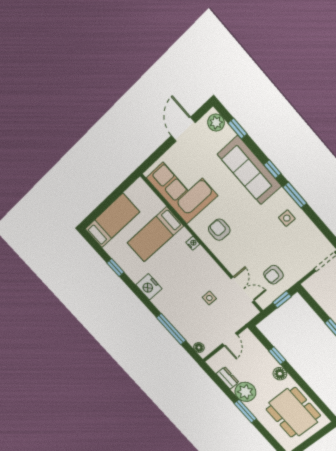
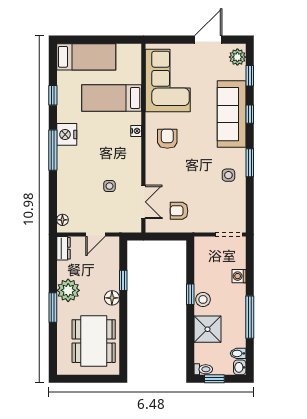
window: (272, 169) -> (250, 114), moved
window: (282, 299) -> (168, 237), removed
window: (171, 329) -> (53, 150), moved
dresser: (227, 378) -> (63, 248), moved

